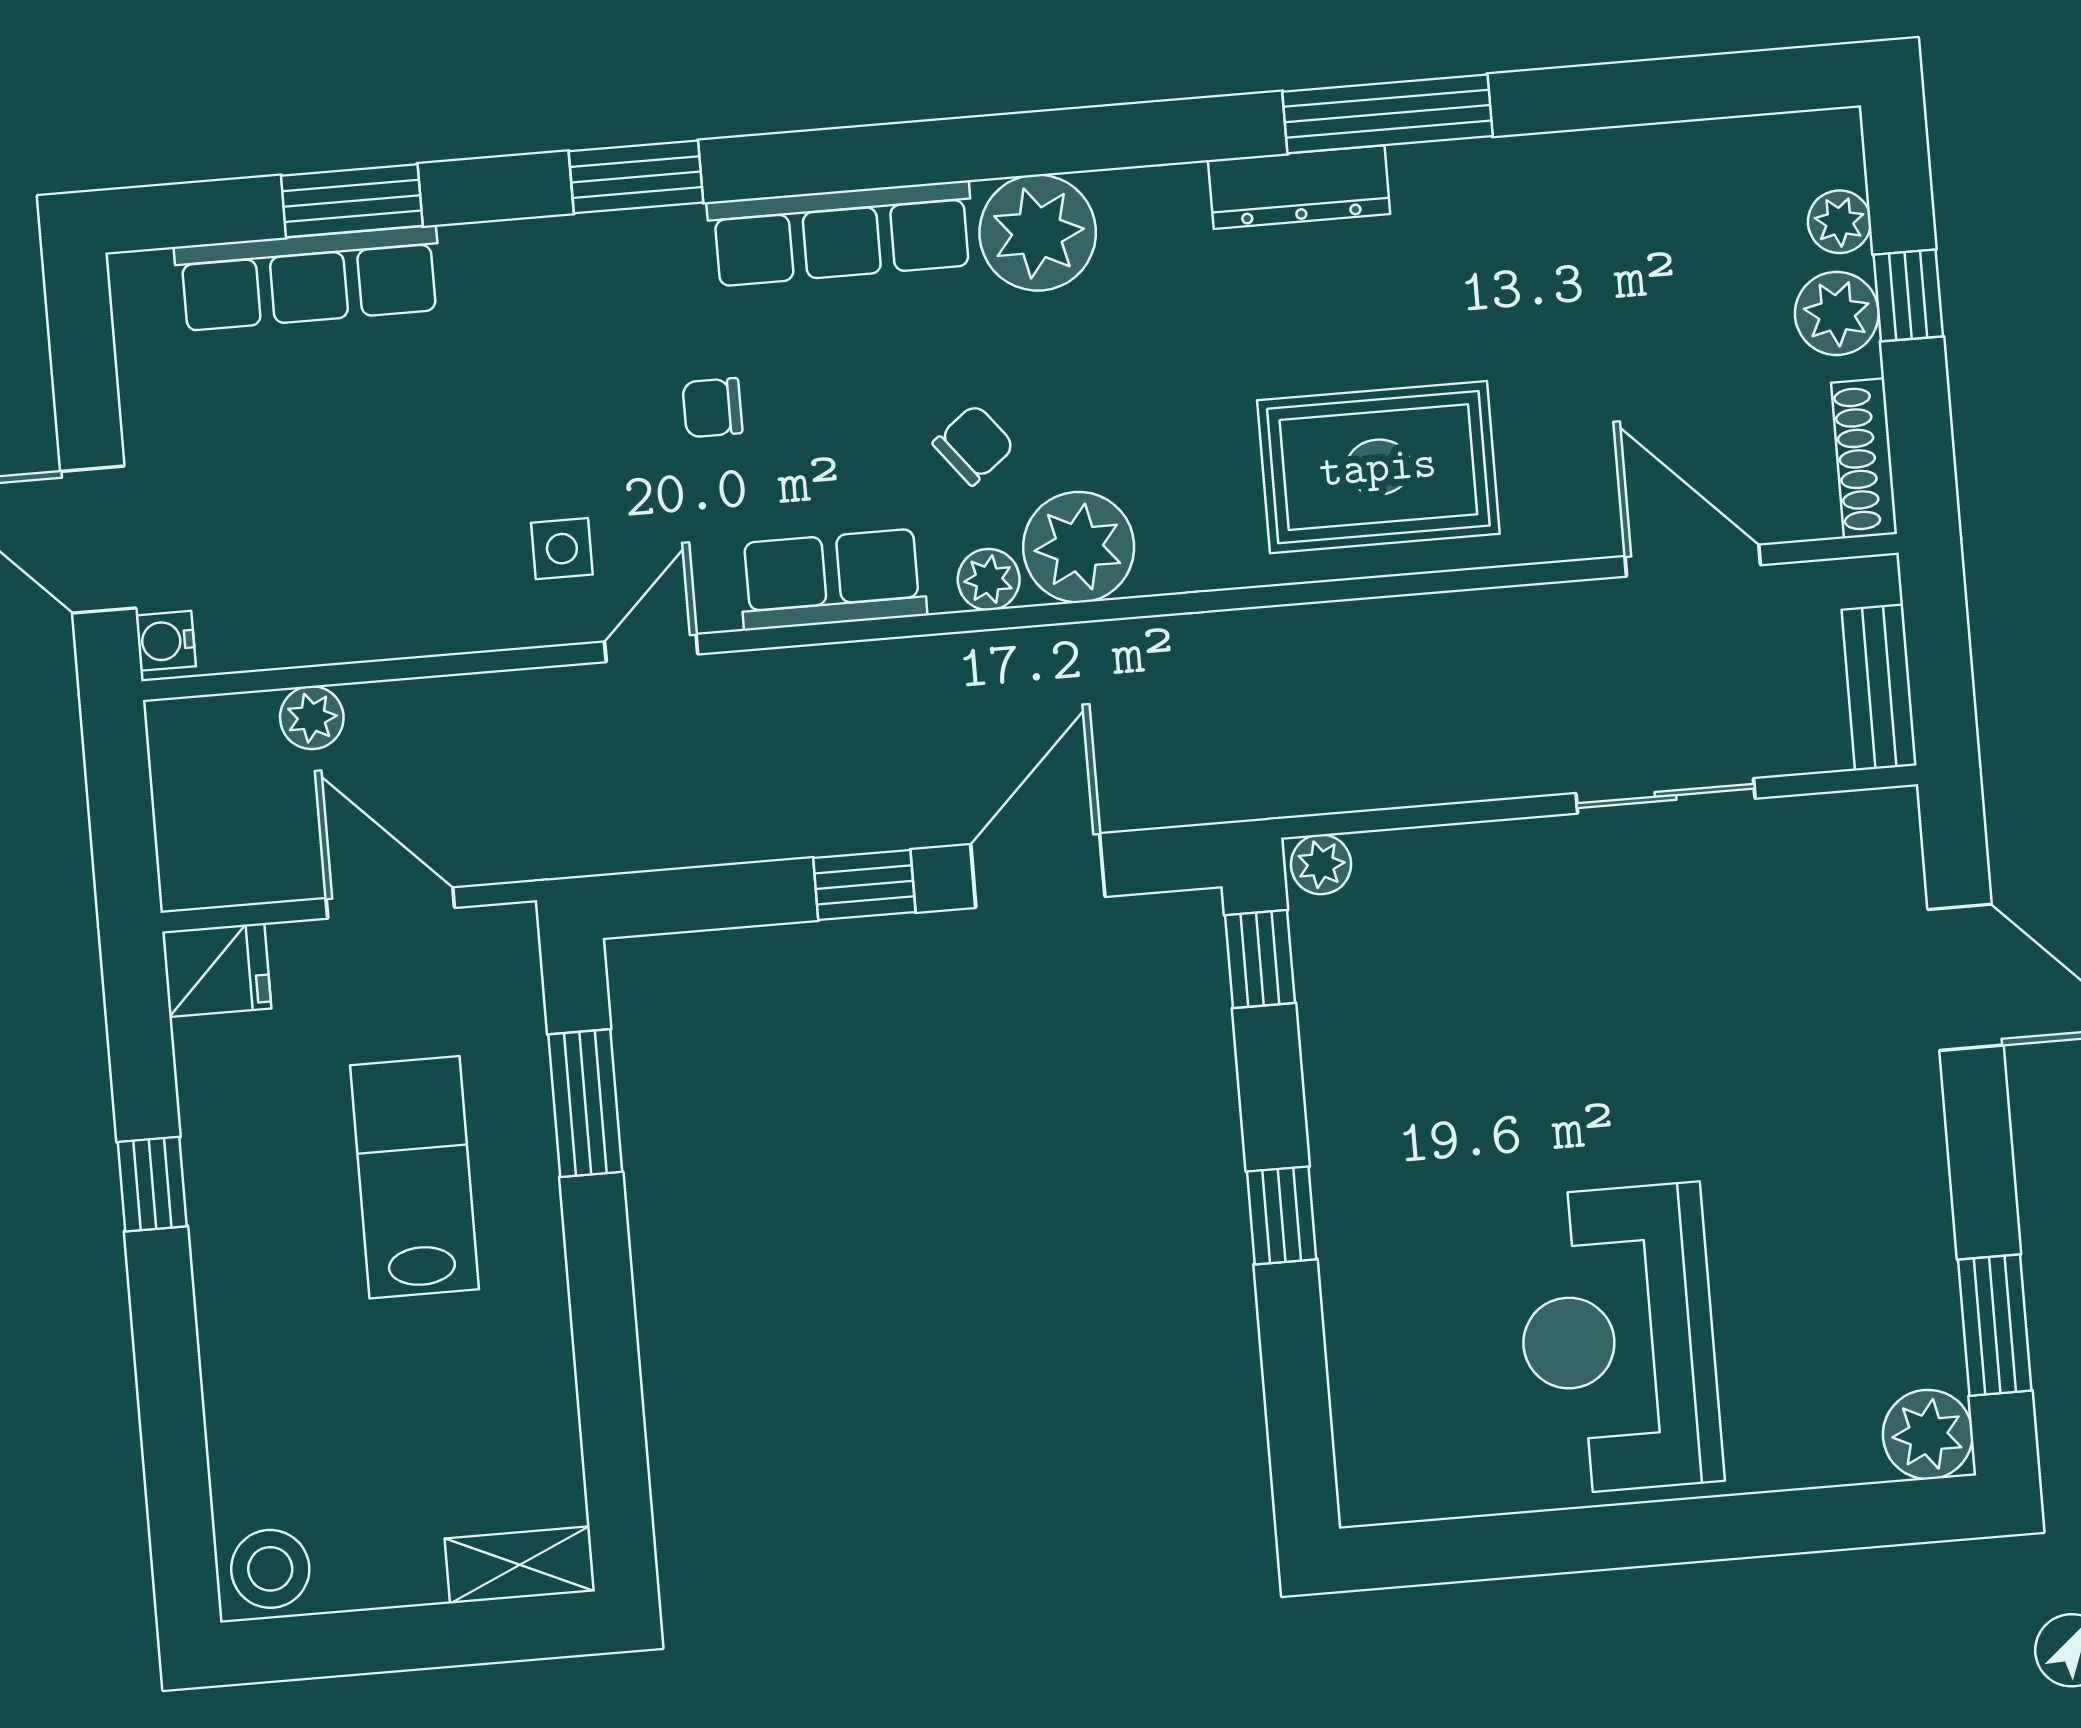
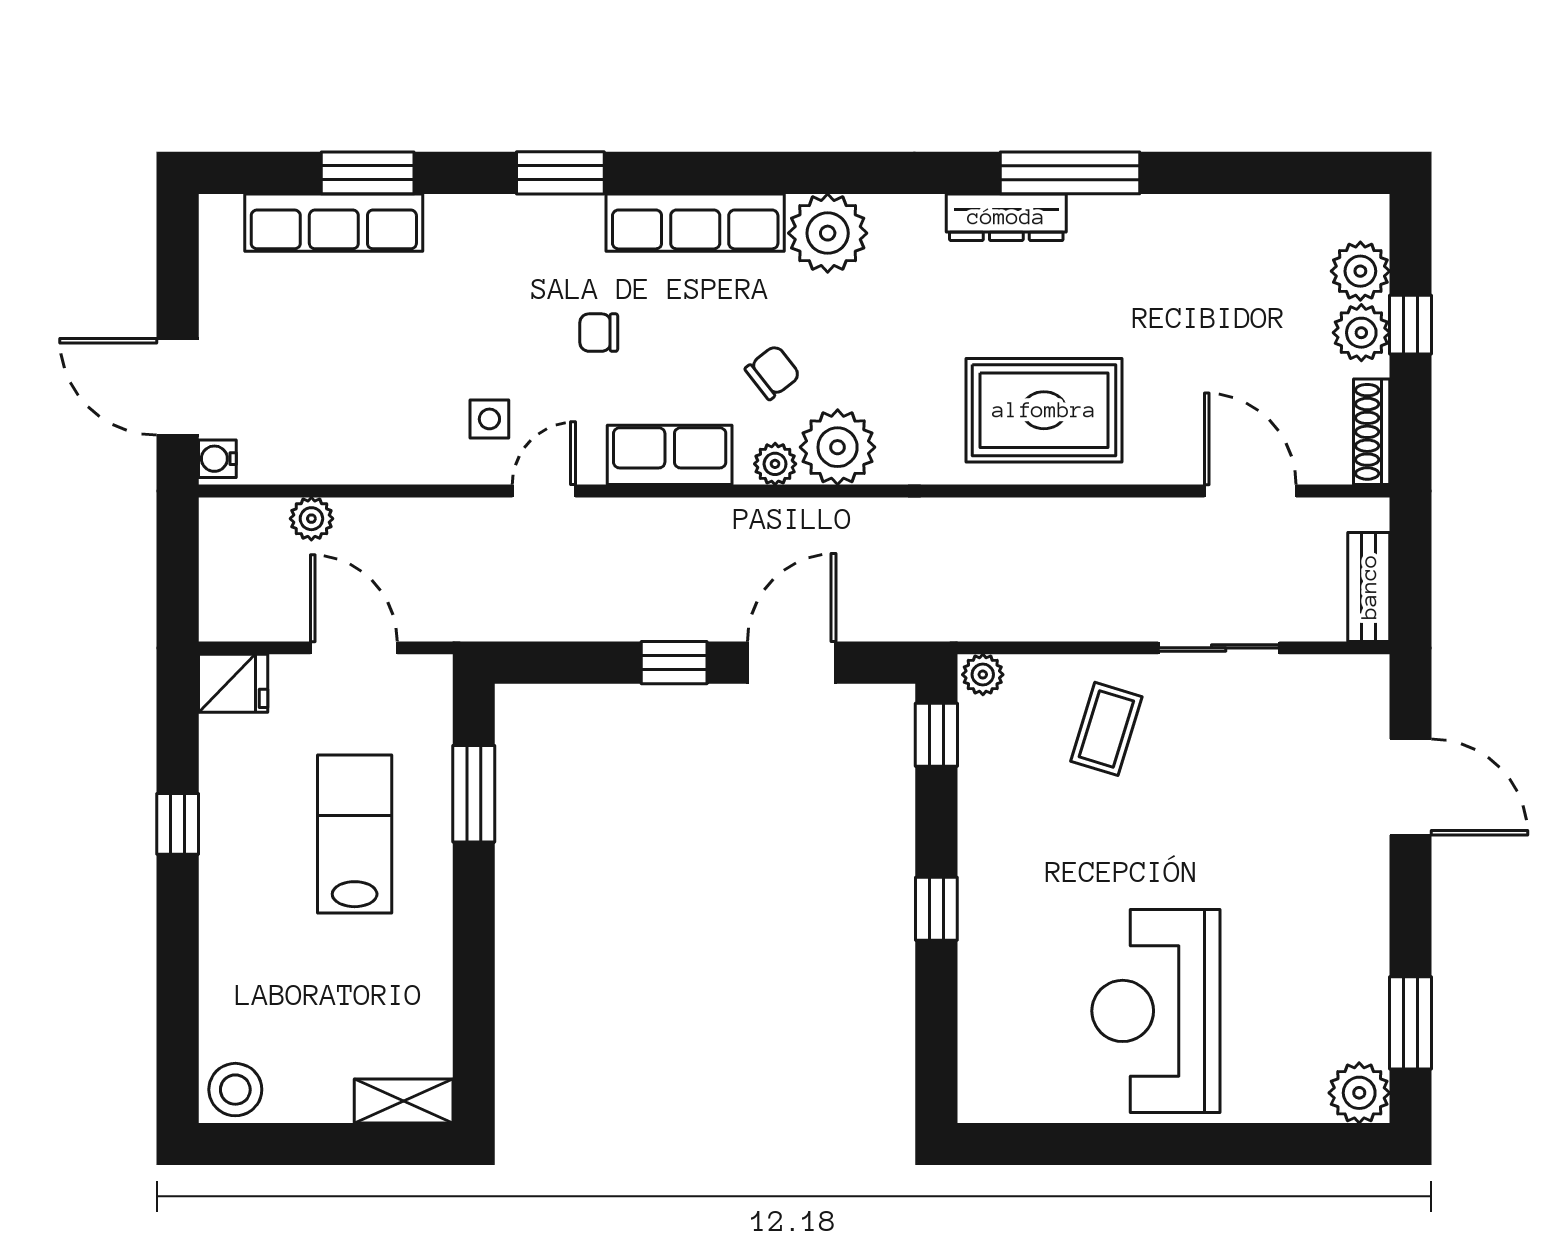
plant: (1839, 222) -> (1360, 271), width x1.38, depth x1.38
coffee table: (1510, 929) -> (1106, 729), added

